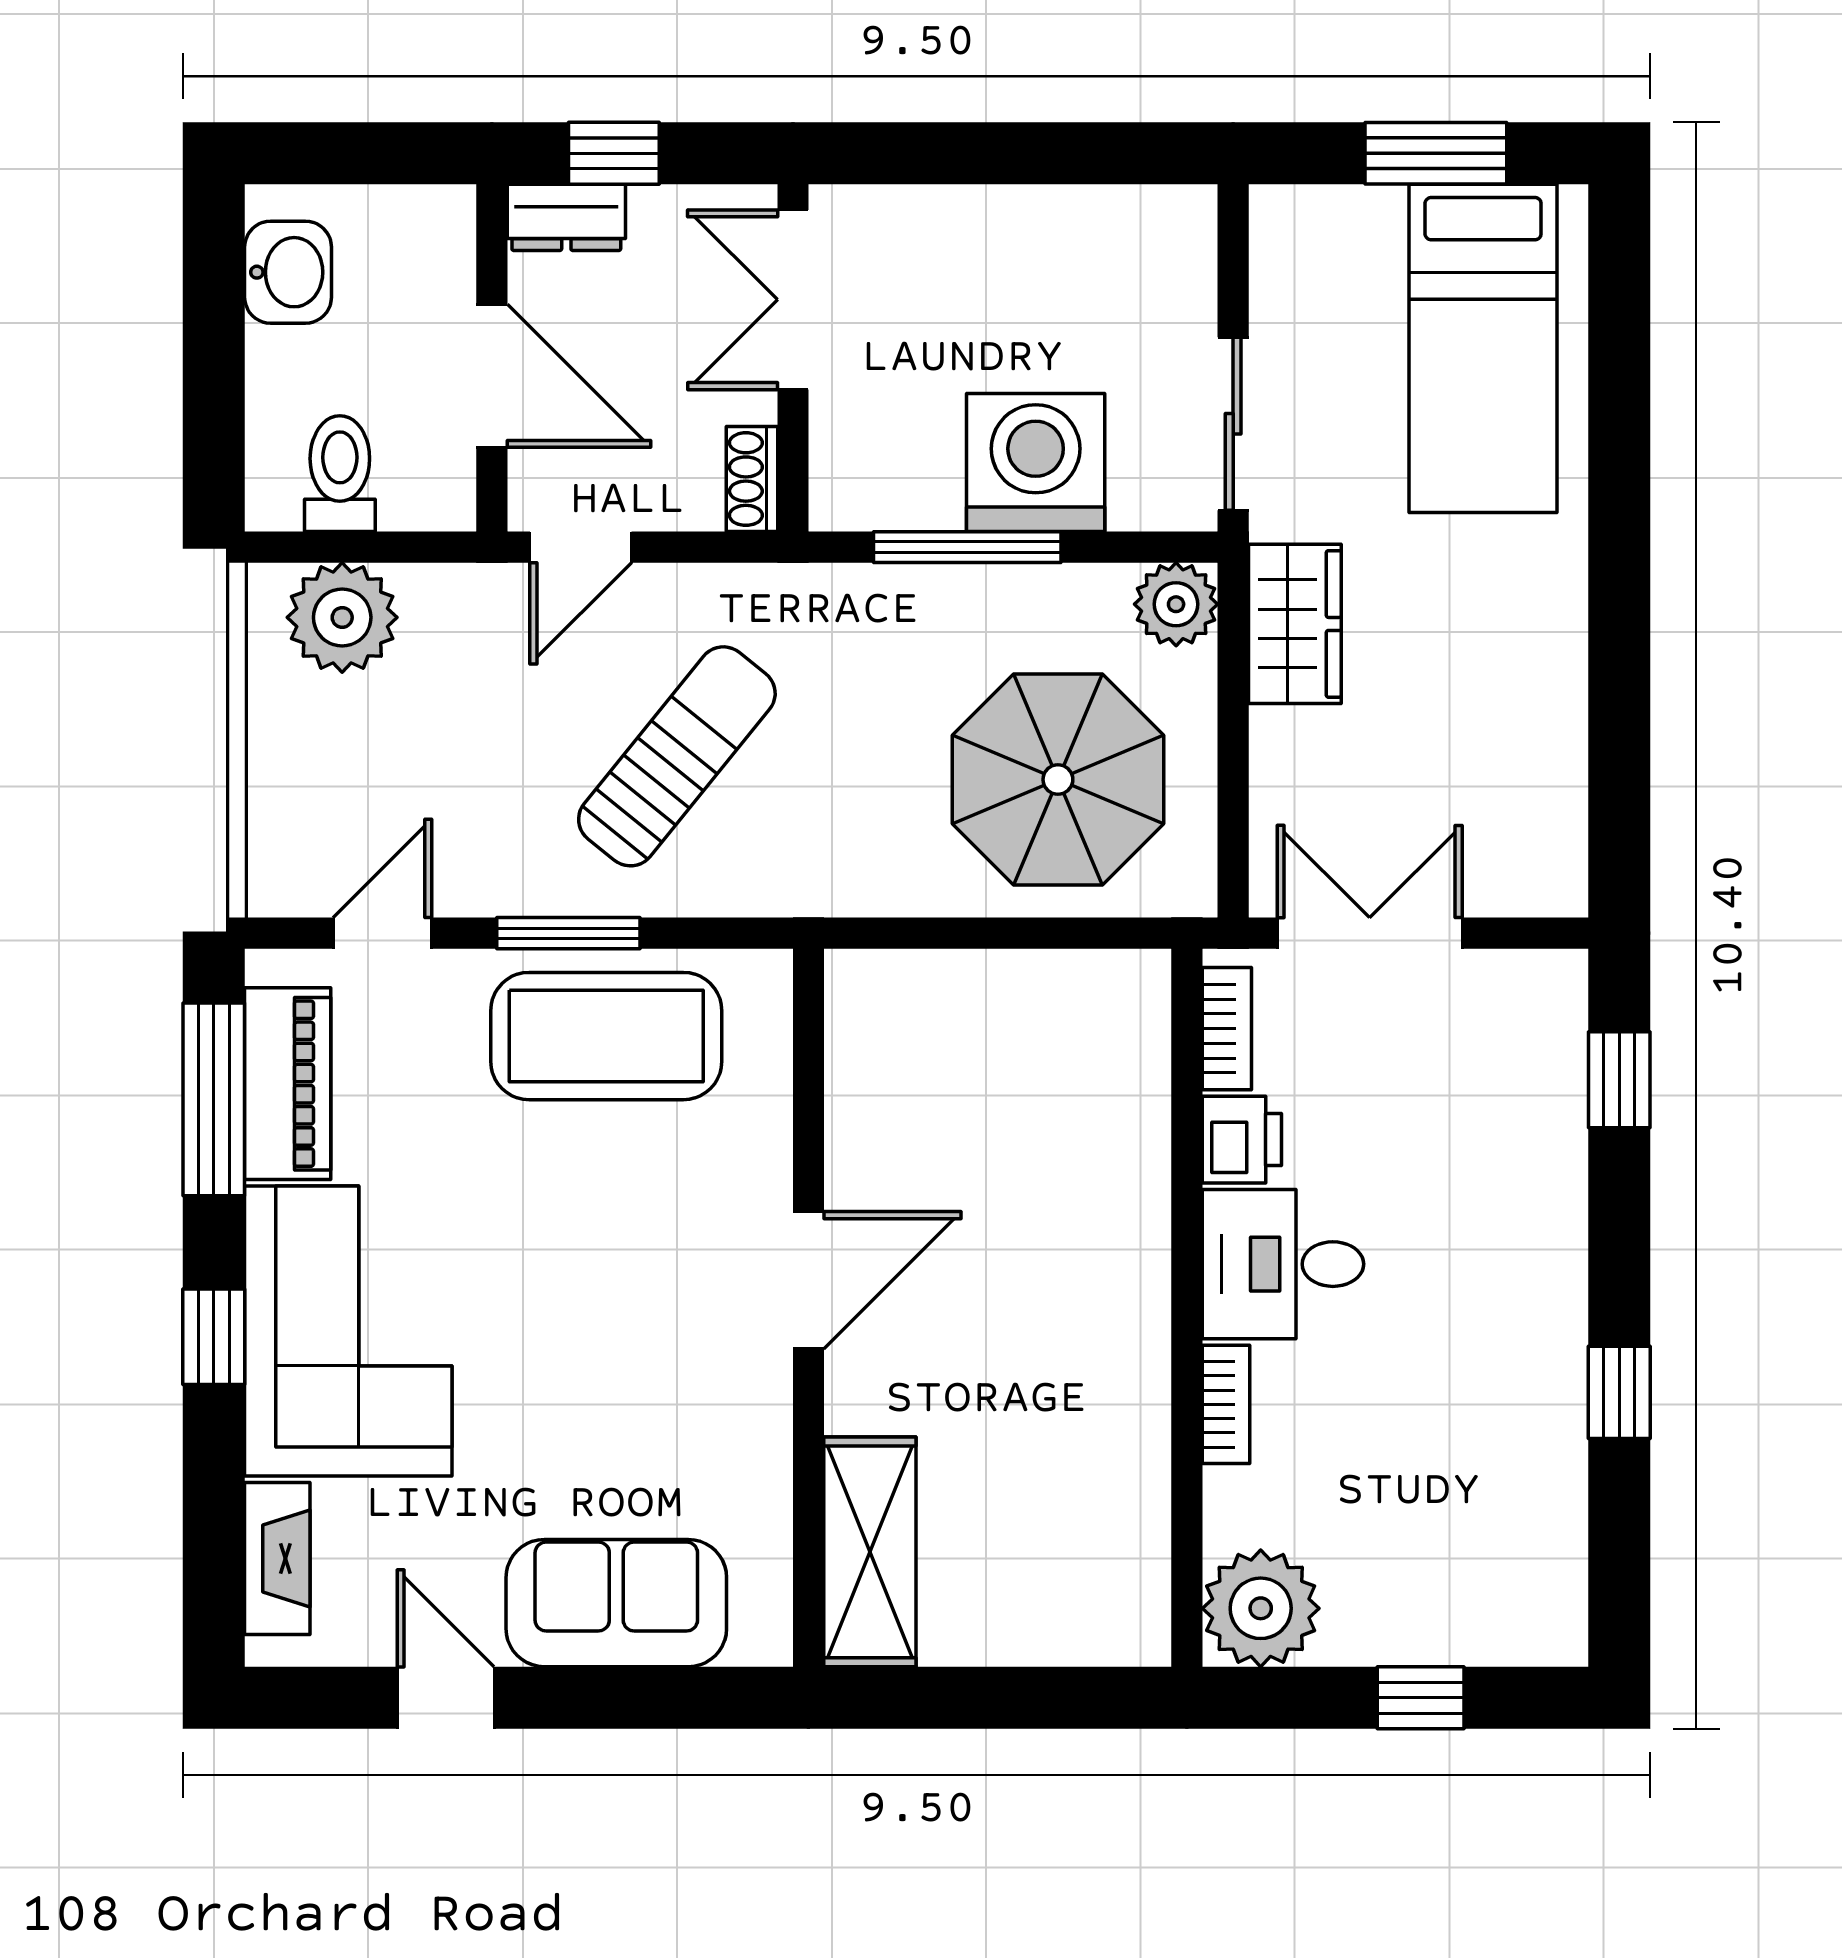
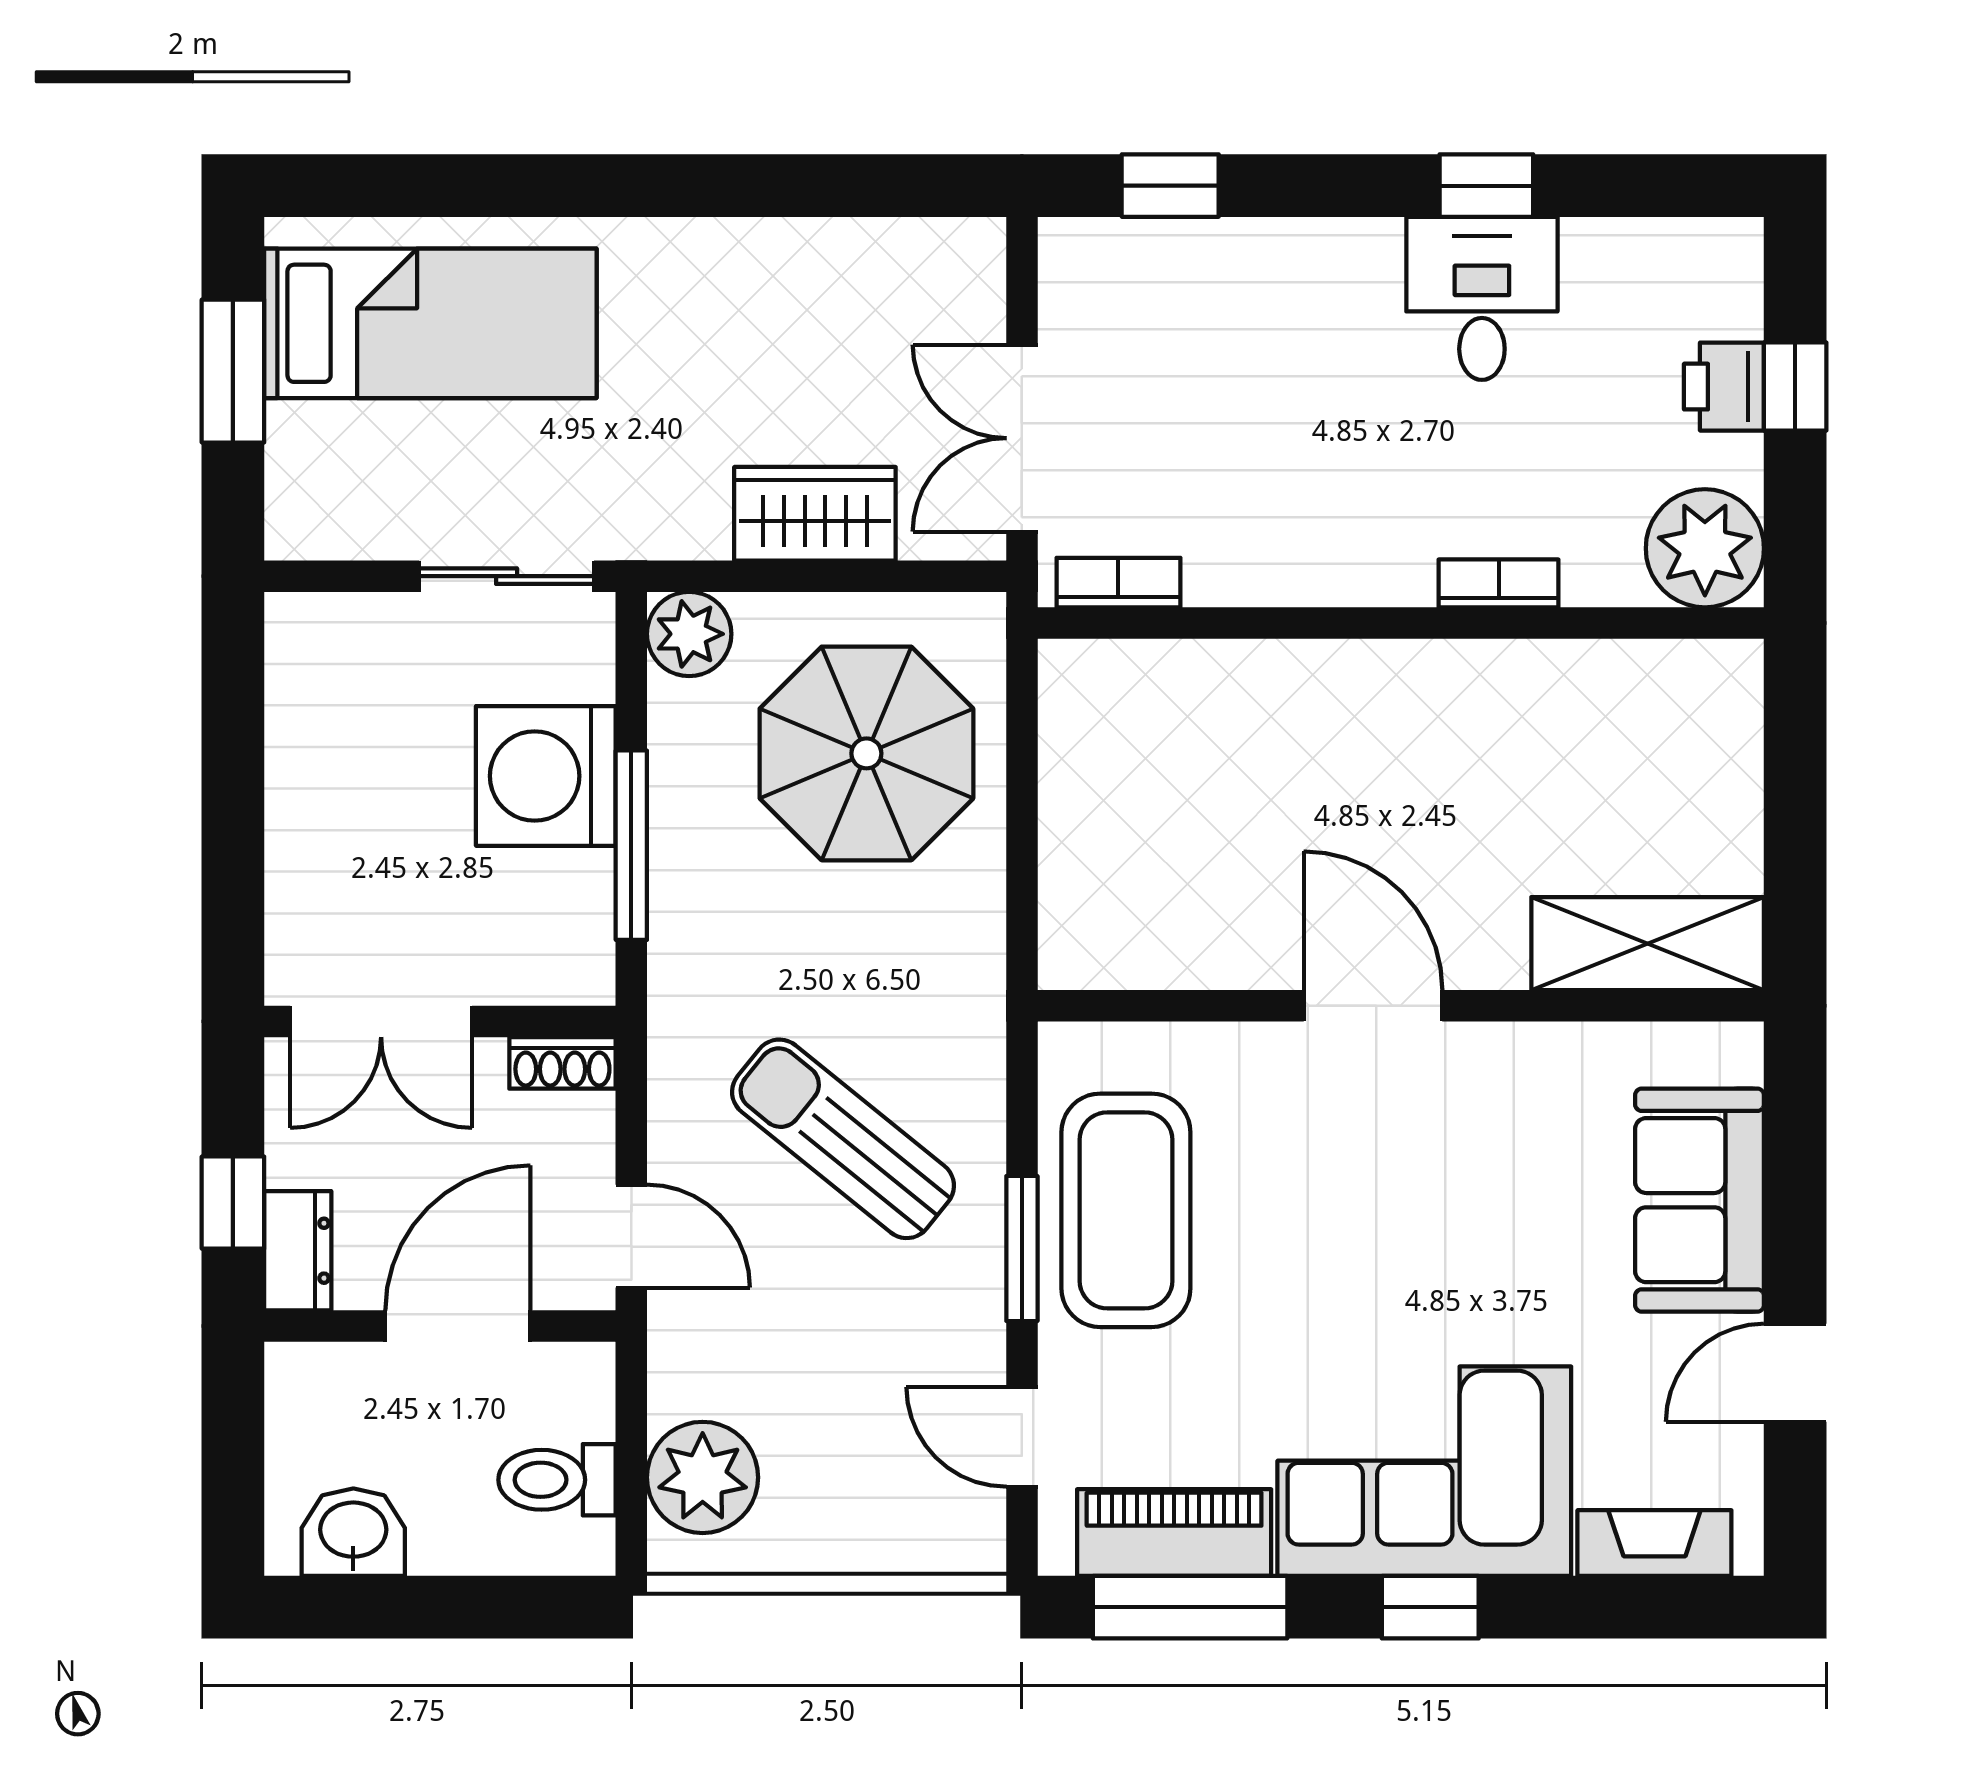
wardrobe: (1295, 624) -> (815, 514), moved
printer: (1242, 1140) -> (1724, 387), moved, turned -90
desk: (1283, 1264) -> (1482, 298), moved, turned 180

